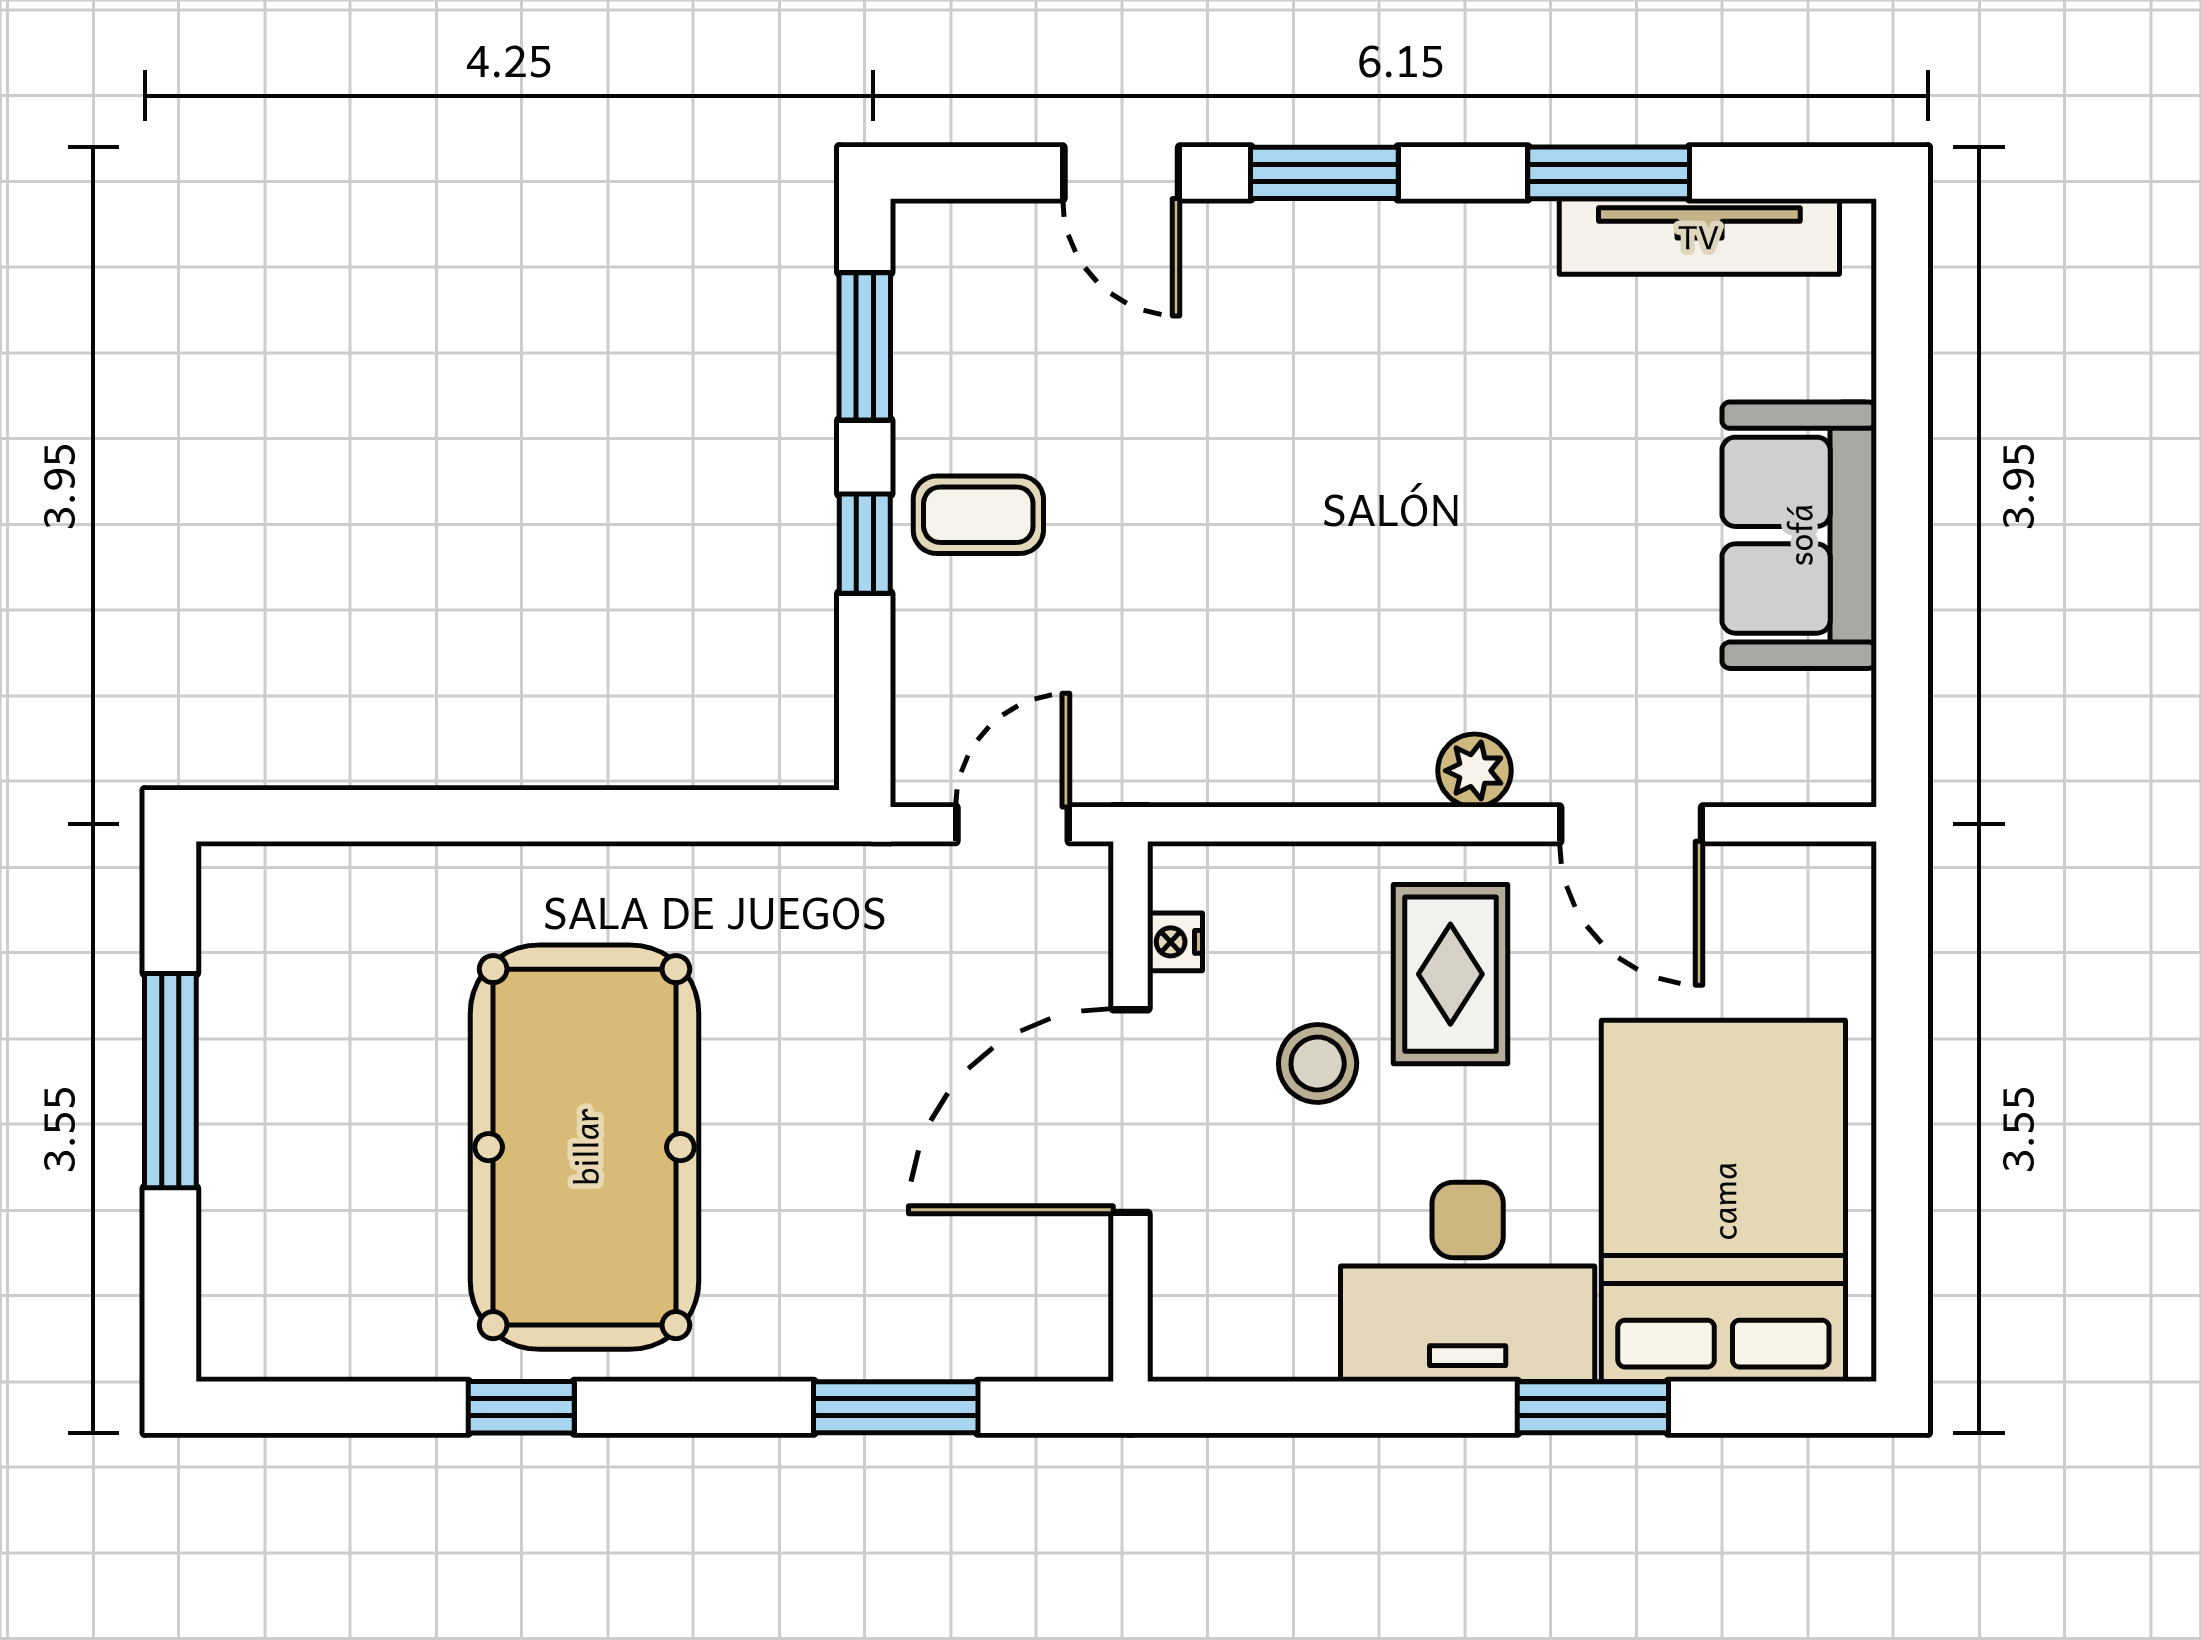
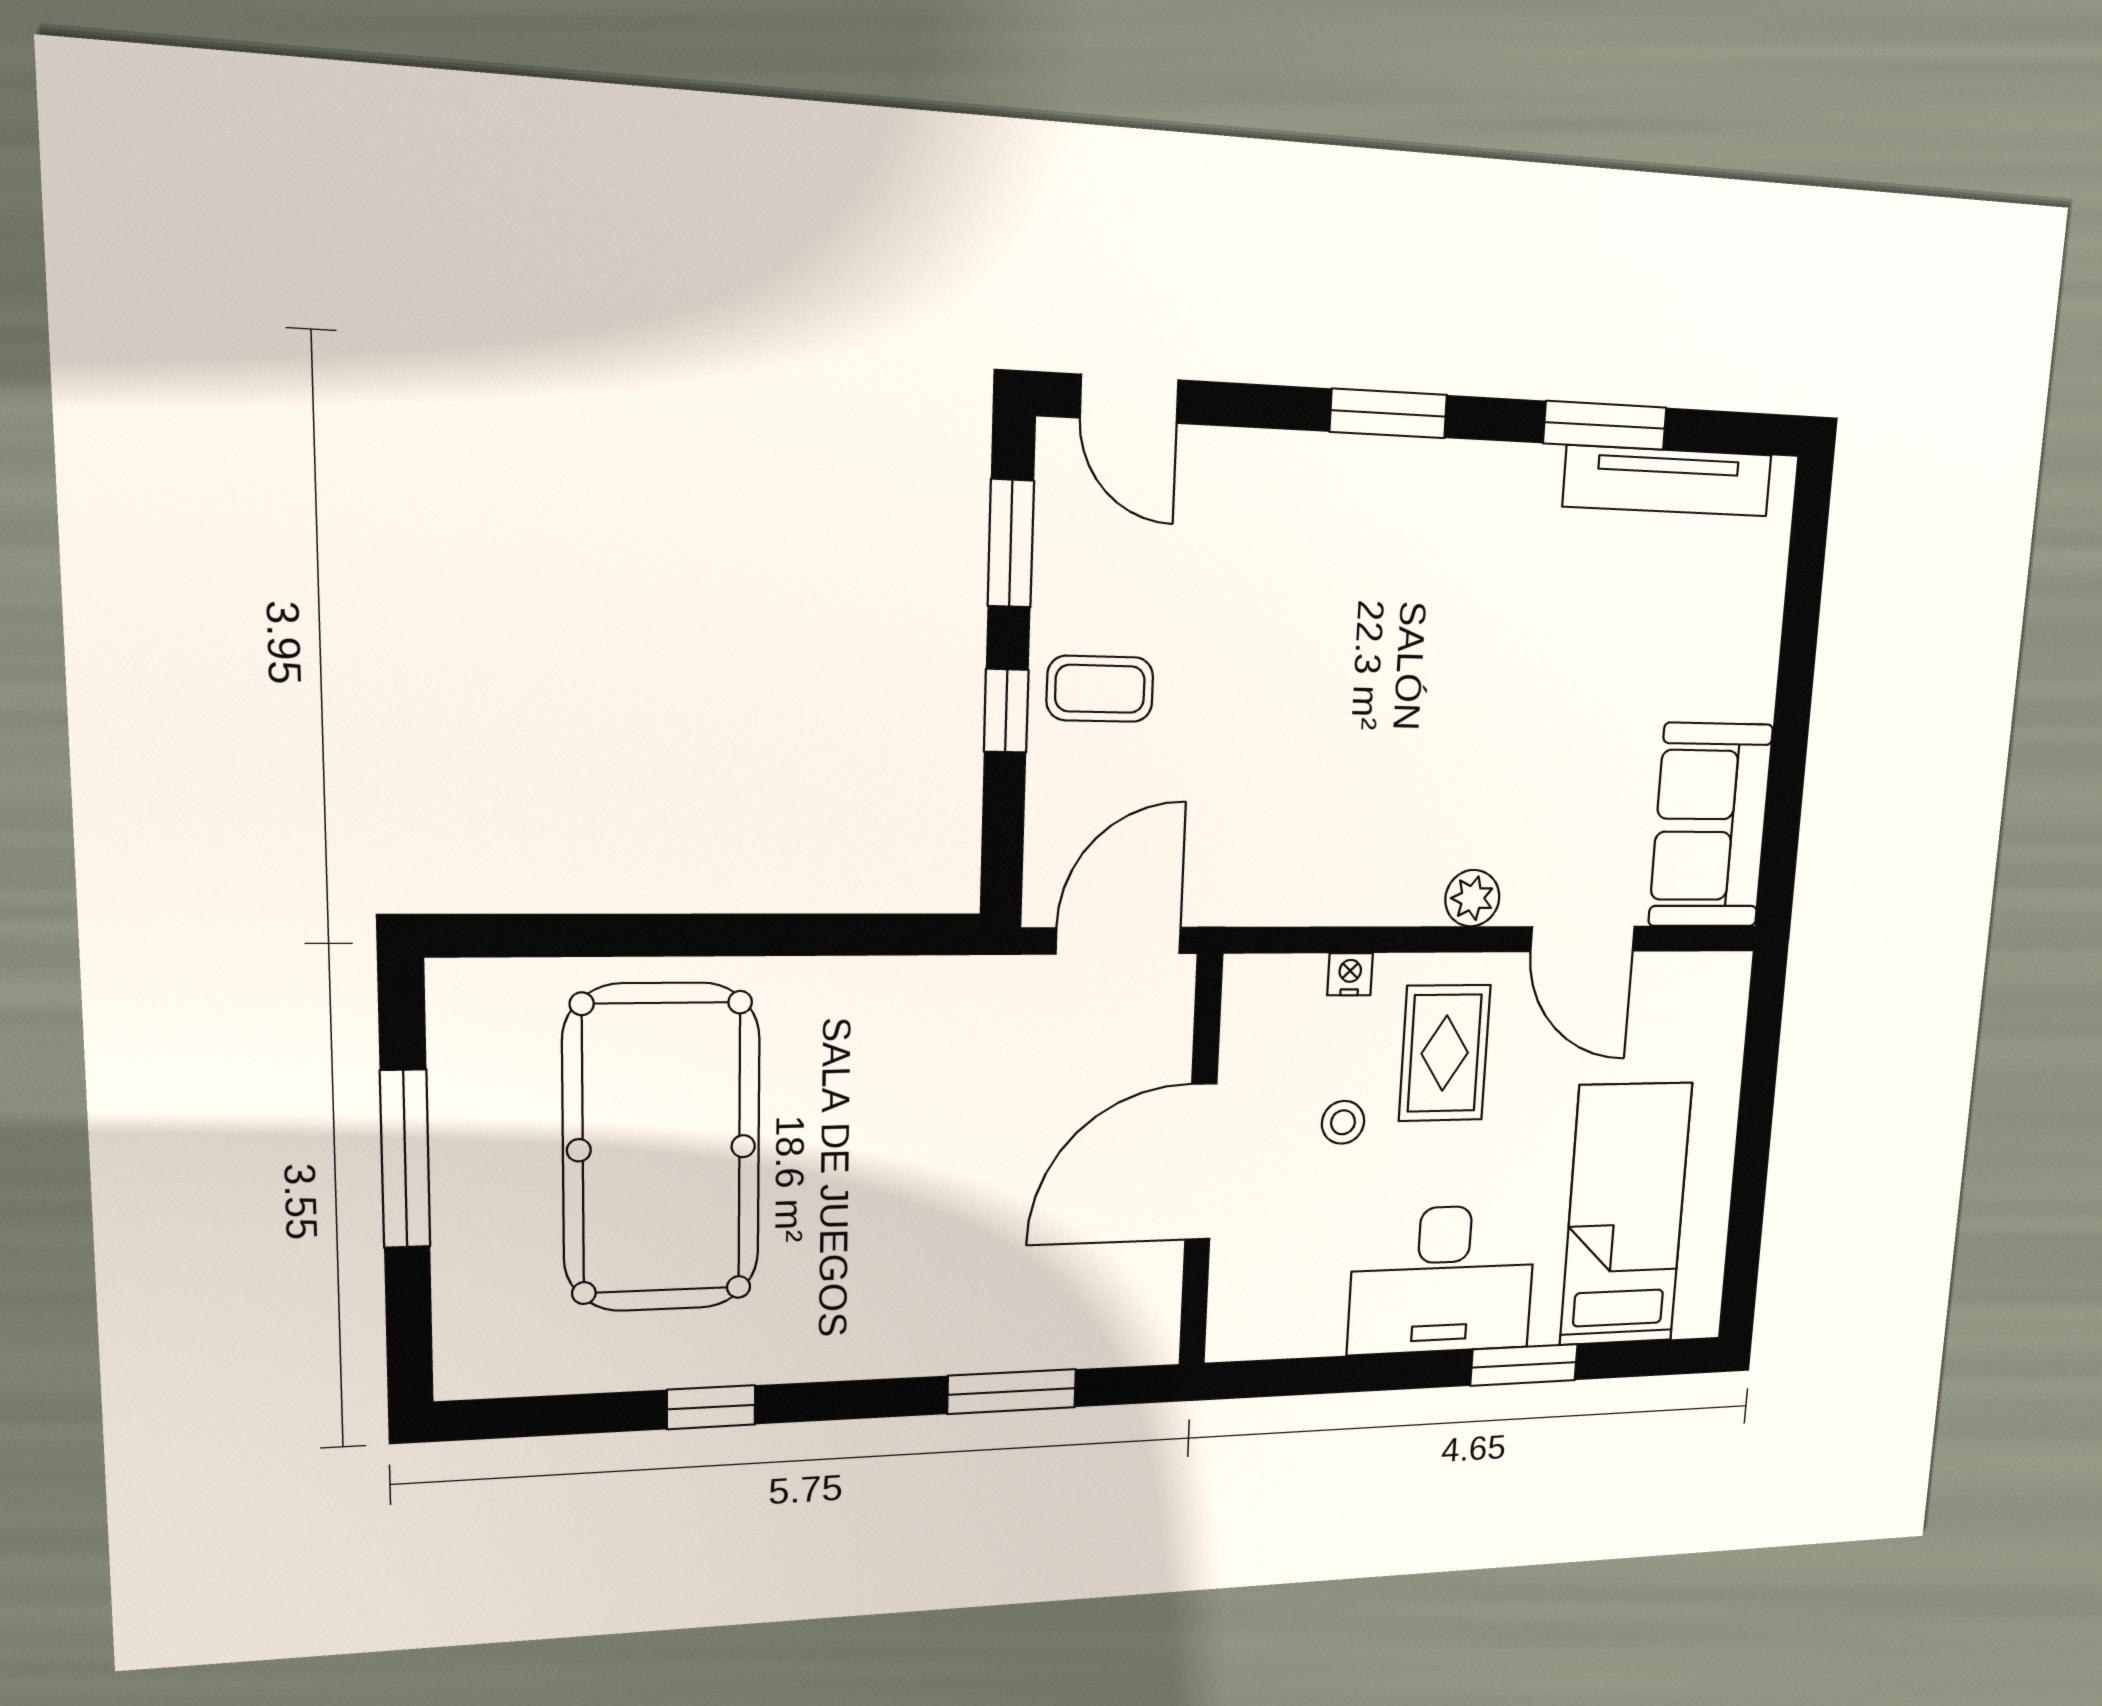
door: (1121, 173) -> (1129, 399), moved
sofa: (1799, 535) -> (1711, 826), moved
door: (1013, 824) -> (1118, 941), width x1.38
nightstand: (1175, 942) -> (1350, 974), moved, turned 90
stool: (1318, 1063) -> (1343, 1122), width x0.73, depth x0.73
pool table: (585, 1147) -> (662, 1148), moved
bed: (1723, 1201) -> (1626, 1214), width x0.67

